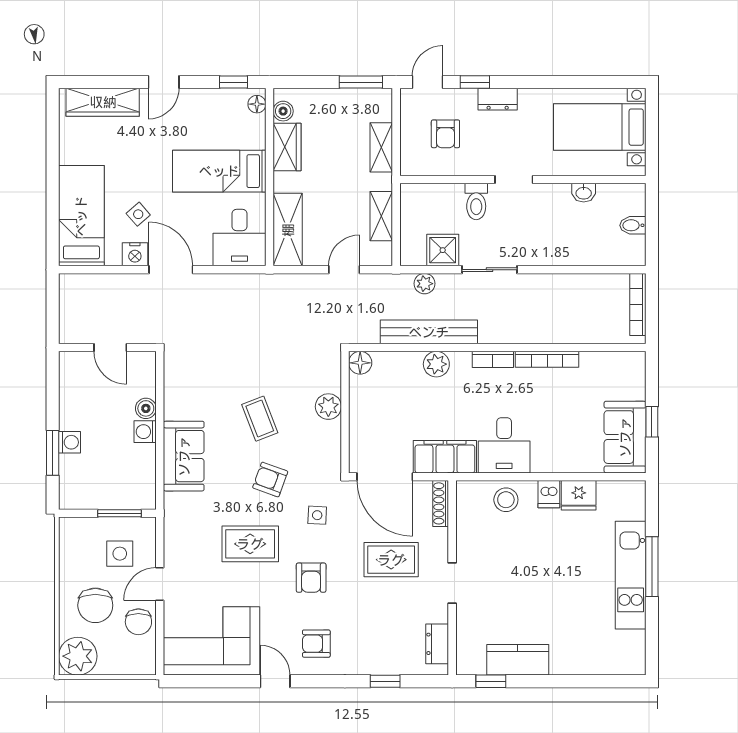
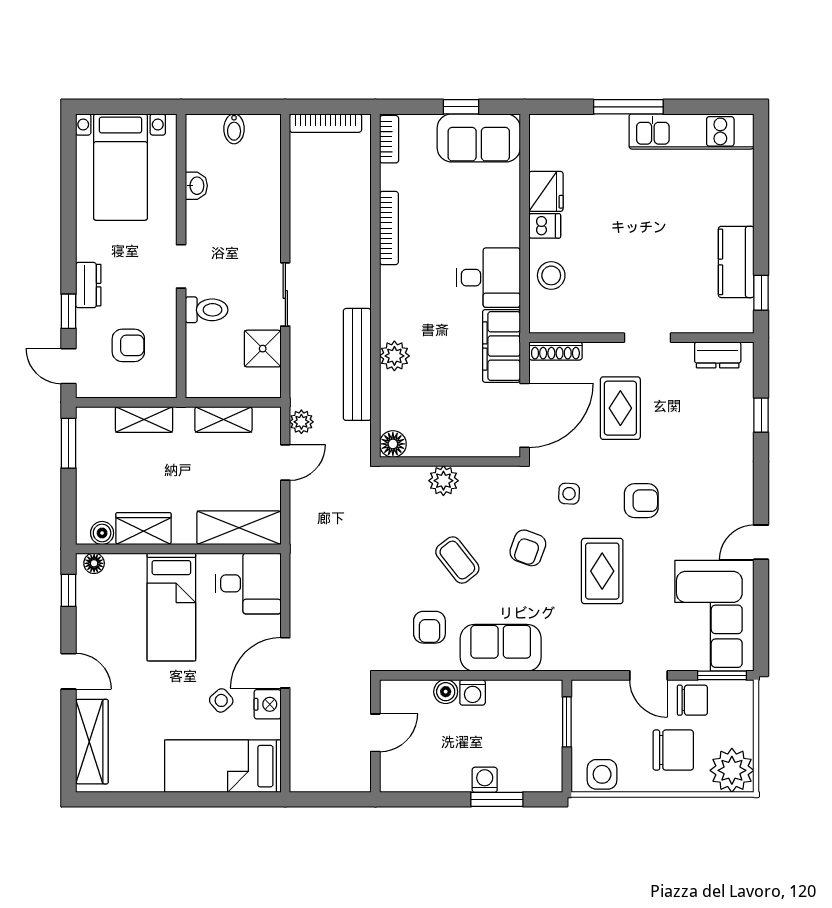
door: (344, 270) -> (285, 463), swing flipped
plant: (425, 284) -> (301, 422), moved
bookcase: (493, 359) -> (389, 139), moved
coffee table: (260, 419) -> (457, 560), turned 73
side table: (120, 554) -> (602, 774), moved
kitchen unit: (631, 575) -> (692, 131), moved
armchair: (316, 644) -> (429, 627), moved
window: (160, 648) -> (722, 675), added

